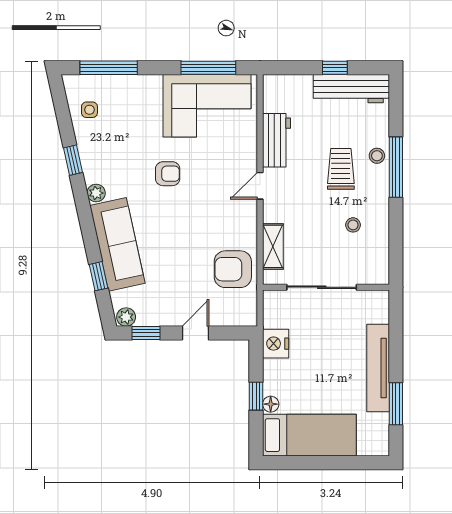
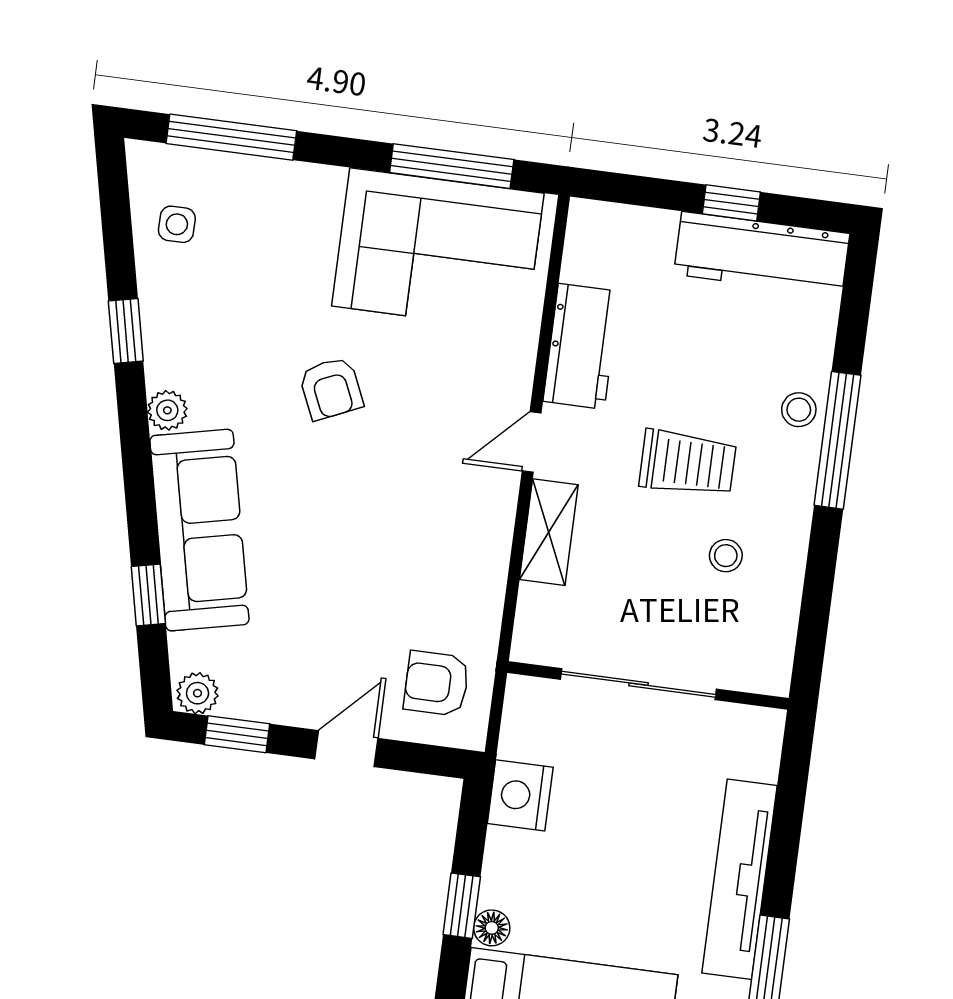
trolley: (341, 169) -> (688, 463), moved, turned 90
armchair: (168, 174) -> (331, 389), turned 66
shelving: (273, 246) -> (549, 532), moved
armchair: (233, 269) -> (436, 683), moved, width x0.72, depth x0.72

